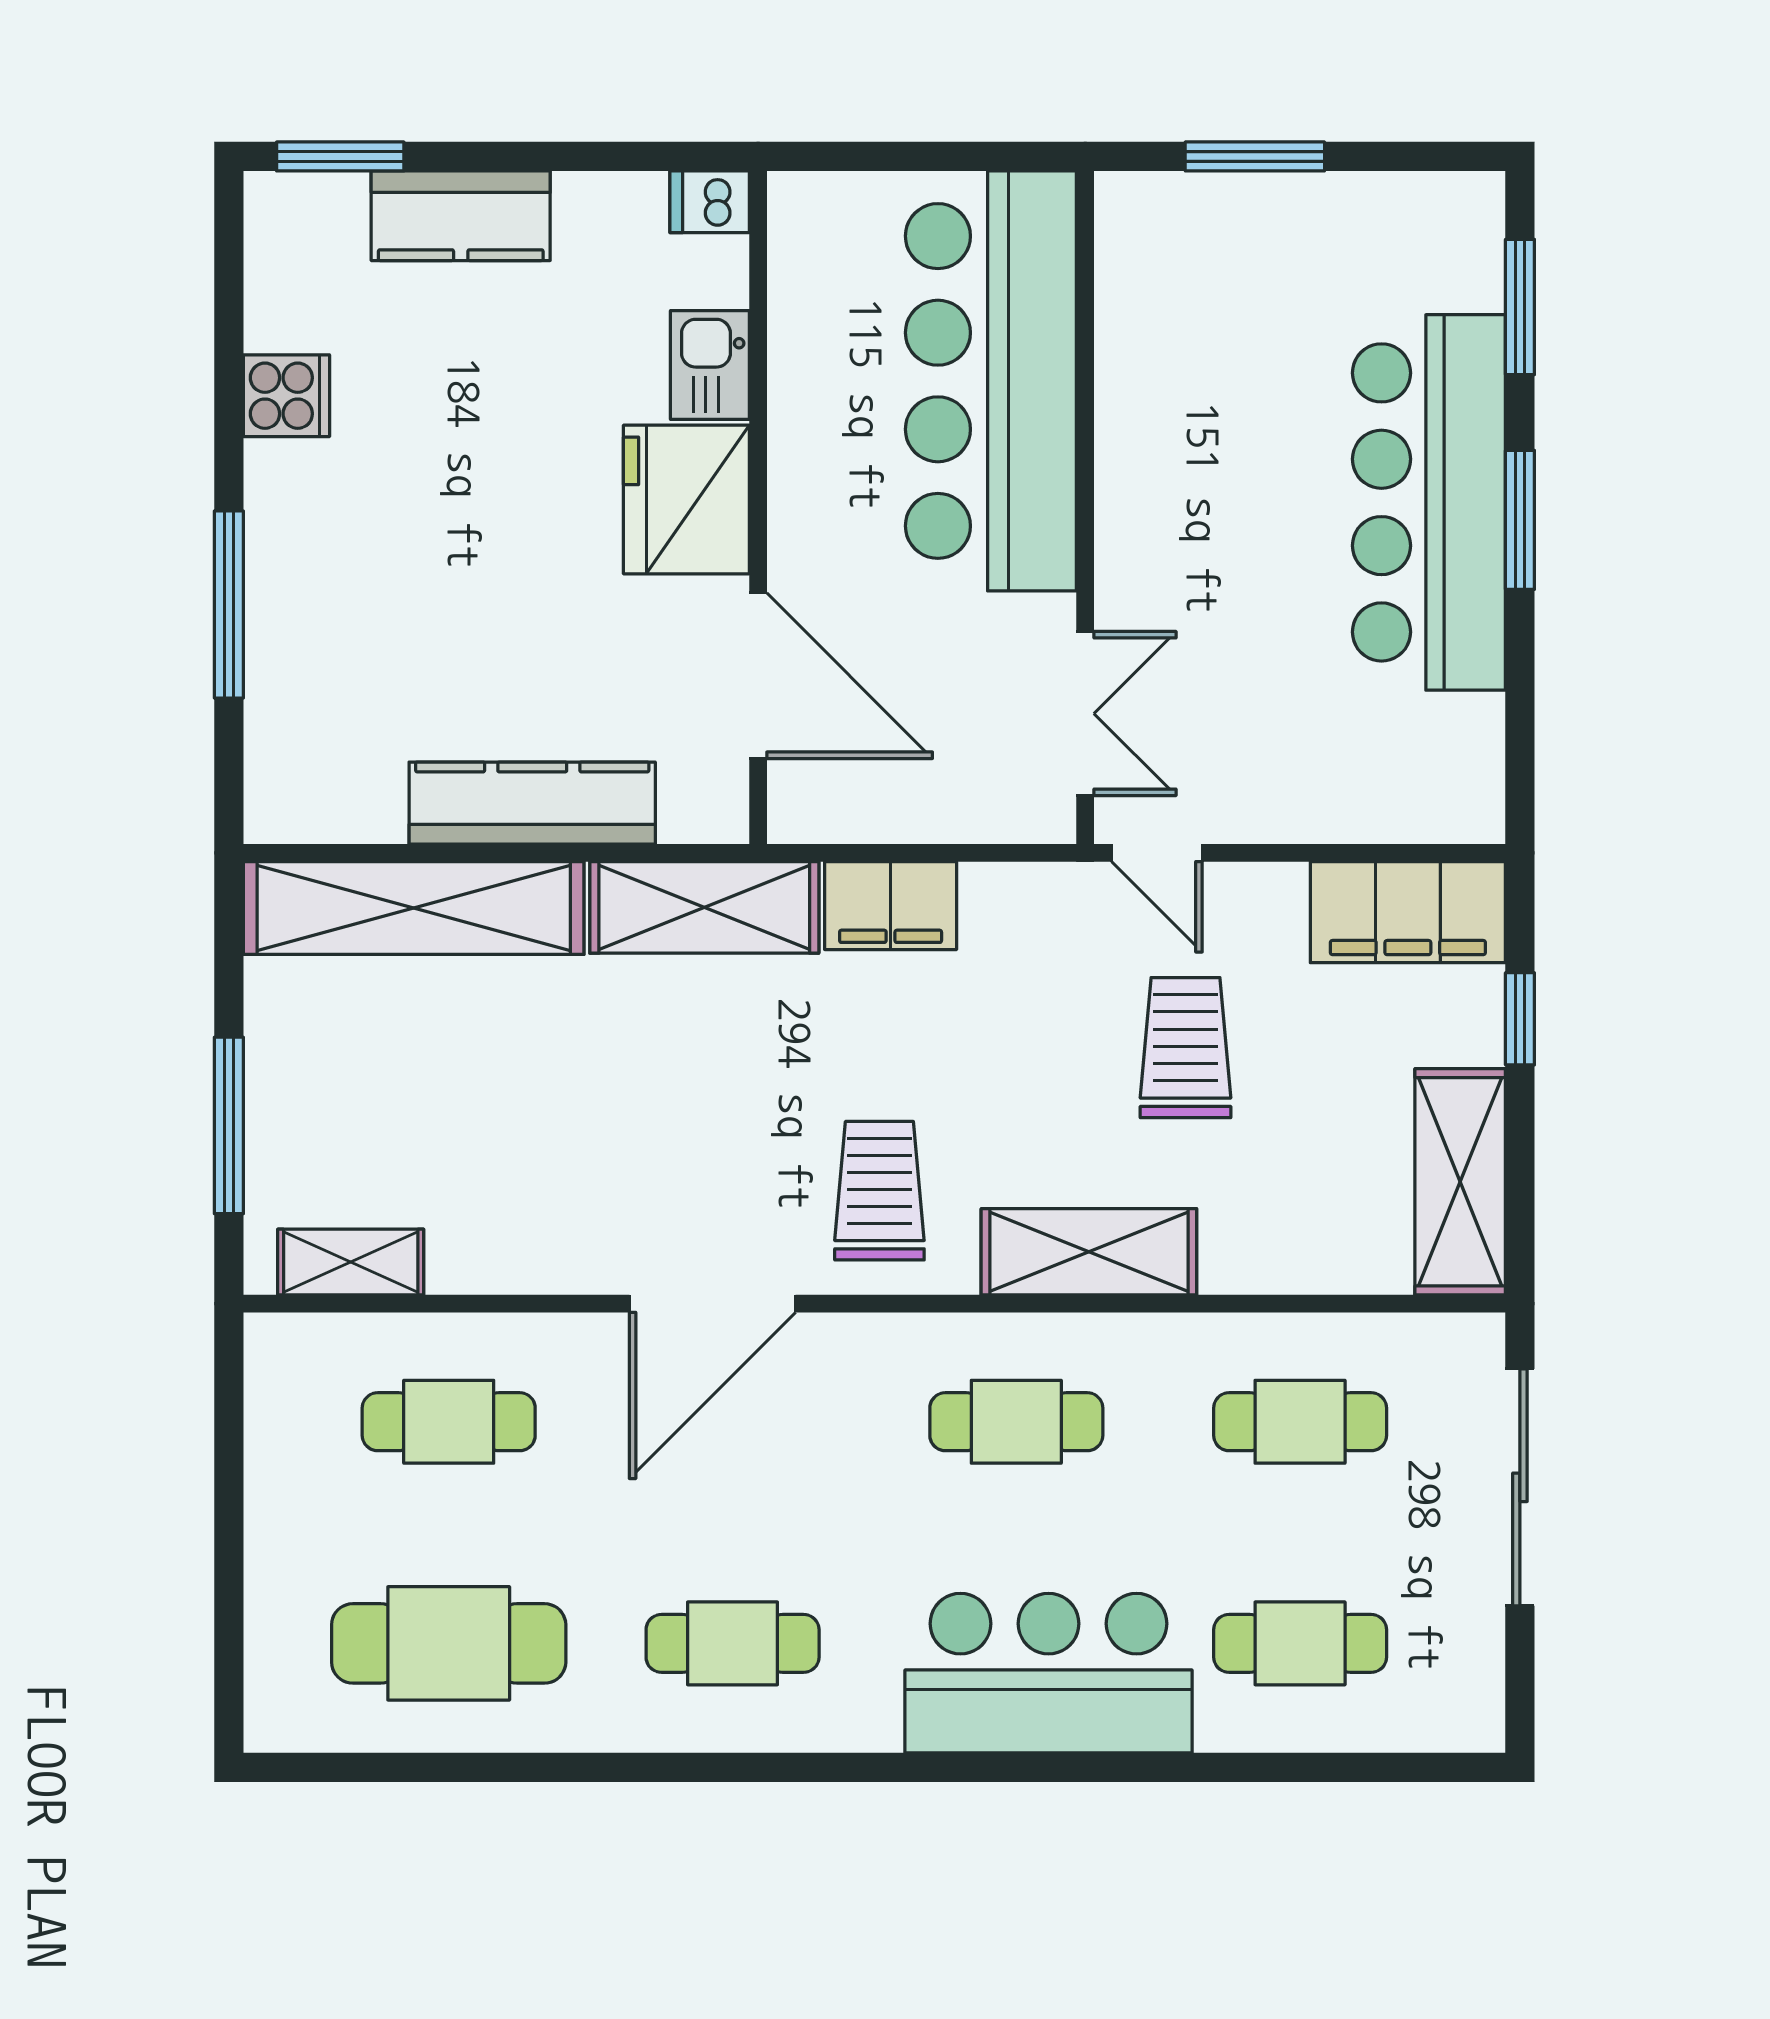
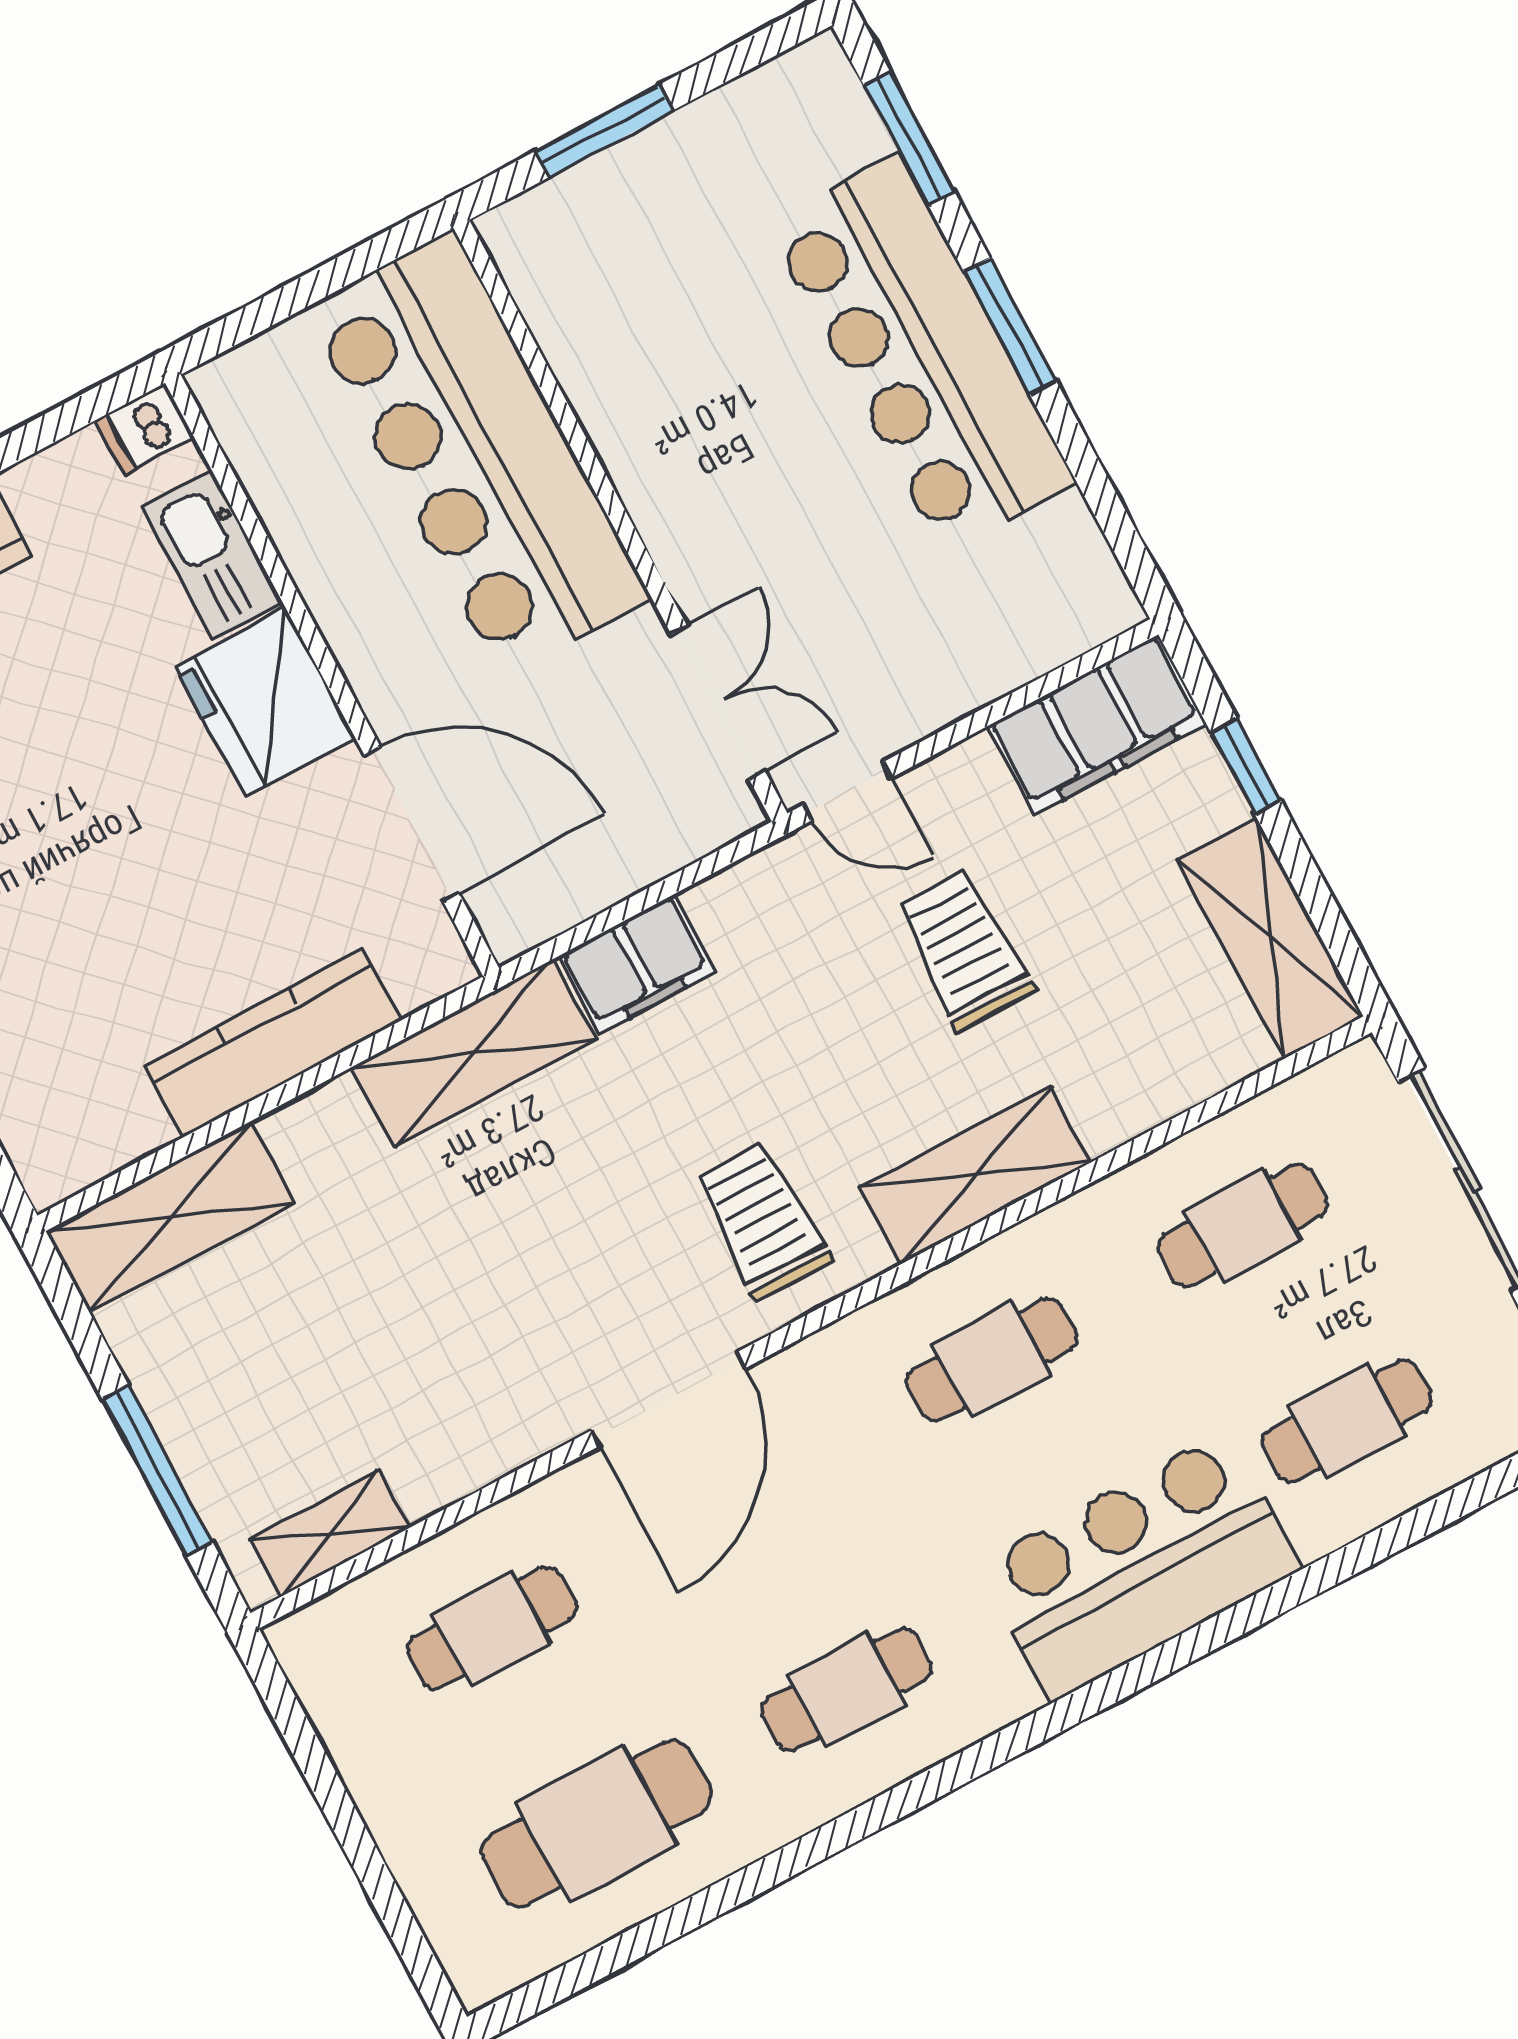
kitchen sink: (710, 365) -> (212, 555), width x1.38
shelving: (414, 908) -> (170, 1217), width x0.68

